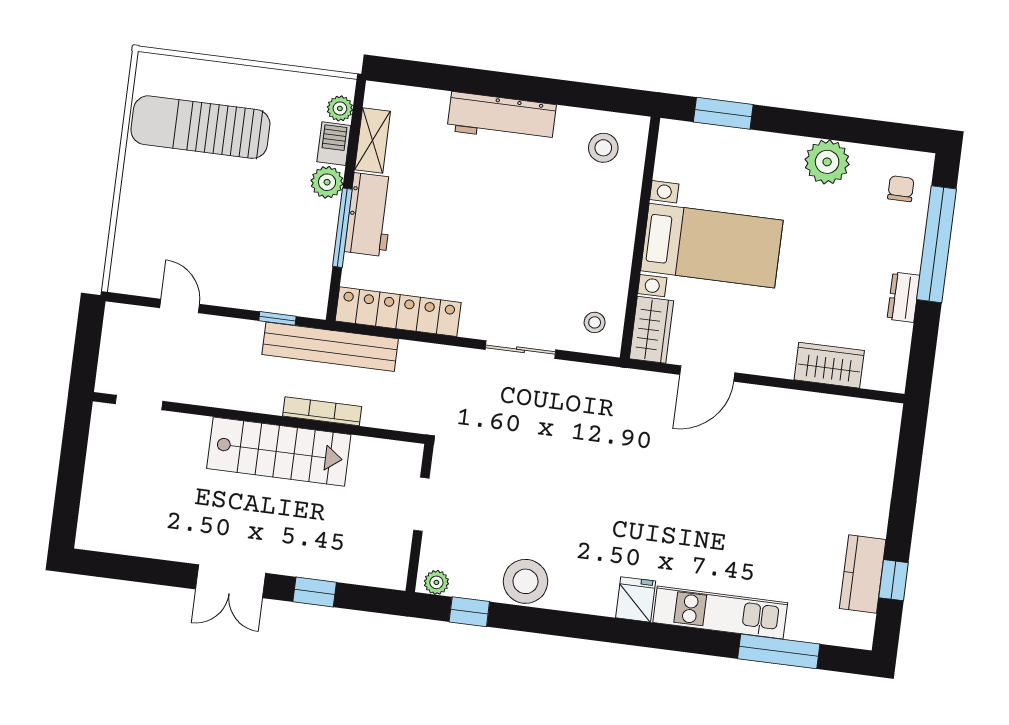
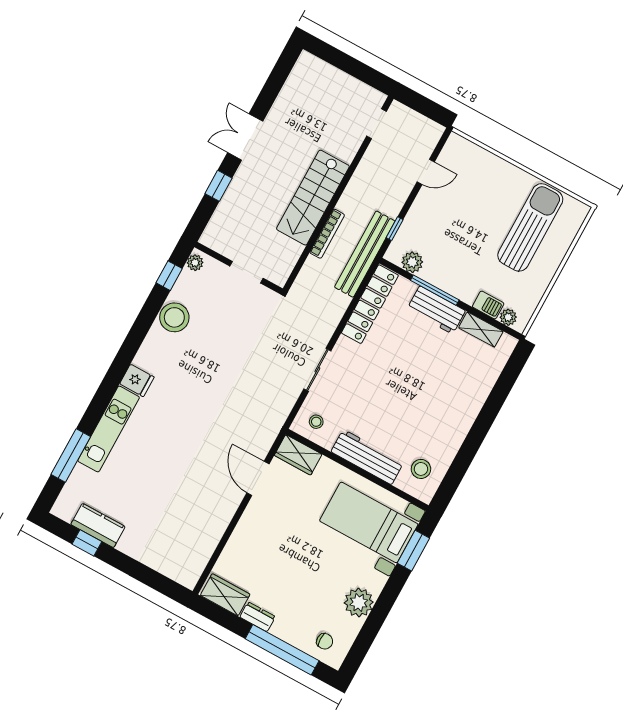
workbench: (502, 118) -> (367, 457), moved, turned 90
plant: (327, 182) -> (412, 262), moved
bed with nightstands: (712, 246) -> (369, 522), moved, turned 90
wardrobe: (829, 365) -> (225, 595), moved, turned -90

